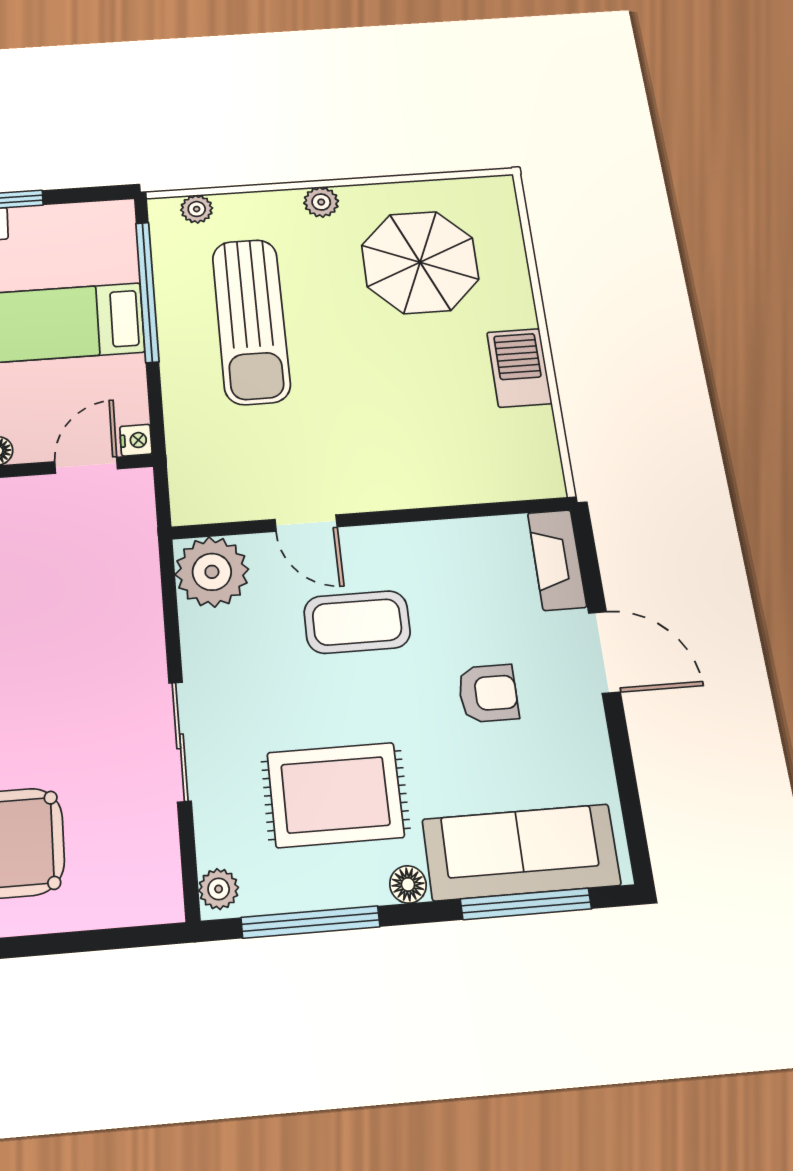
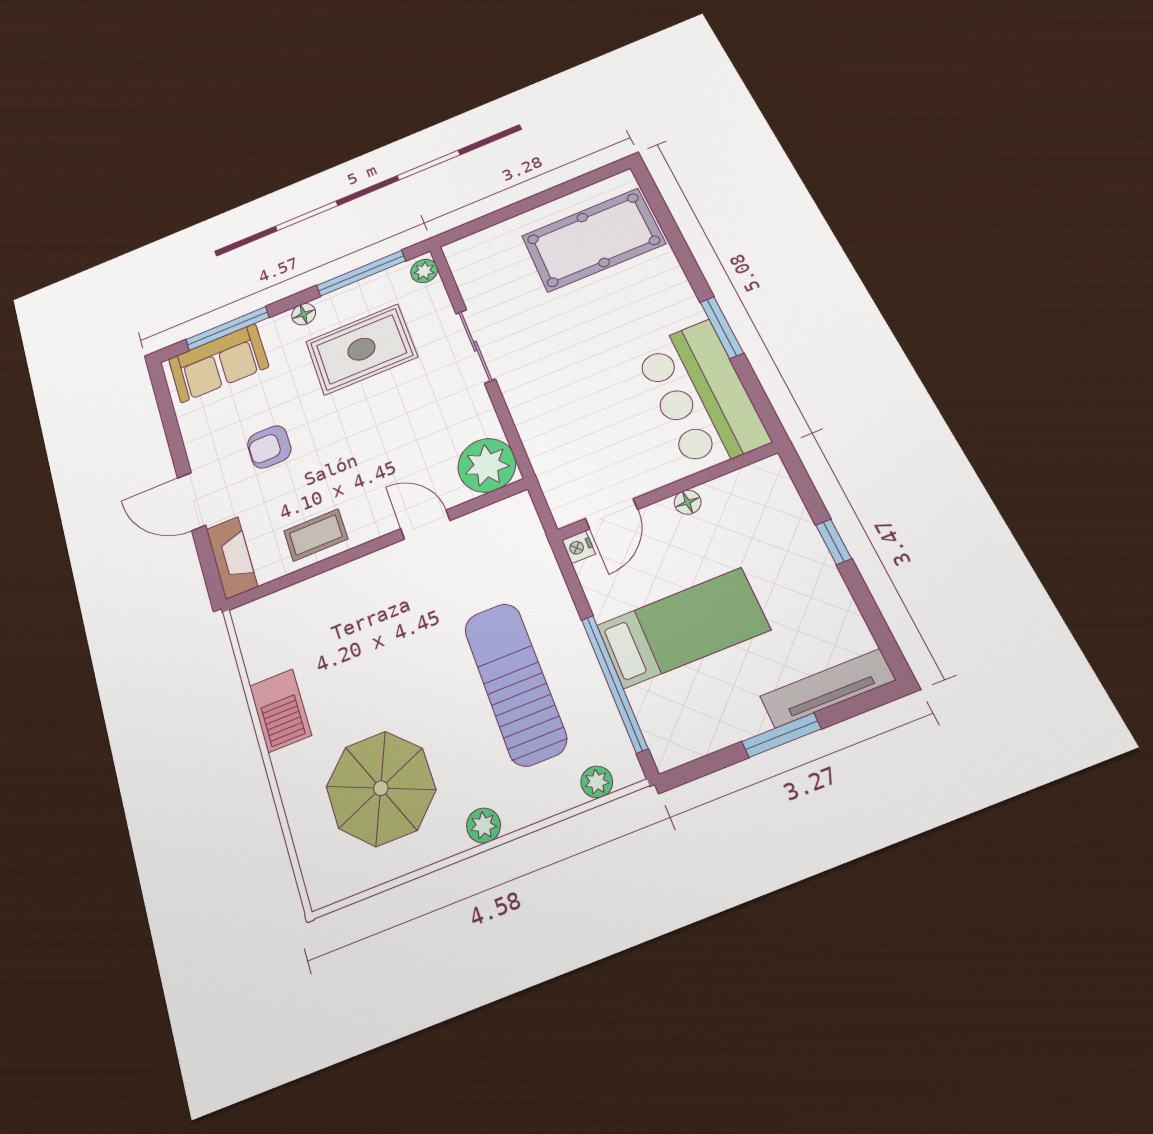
coffee table: (357, 622) -> (316, 535), moved, width x0.73, depth x0.77
sofa: (521, 852) -> (218, 363), width x0.73

